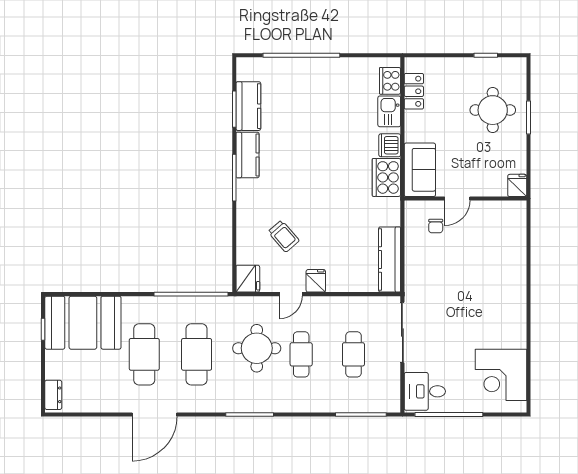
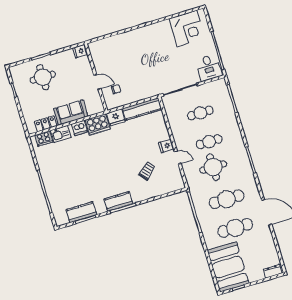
kitchen counter: (248, 155) -> (118, 201), moved
sofa: (420, 170) -> (71, 112), moved
fridge: (248, 279) -> (116, 117), moved, turned 180

